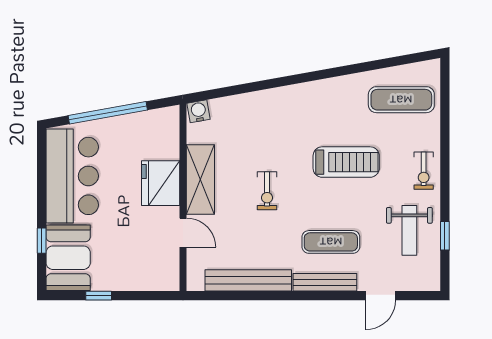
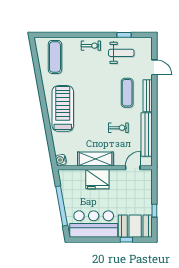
treadmill: (346, 162) -> (63, 108), moved, width x1.37, depth x1.38
exercise bike: (267, 191) -> (118, 128), moved
door: (183, 233) -> (133, 168), moved

